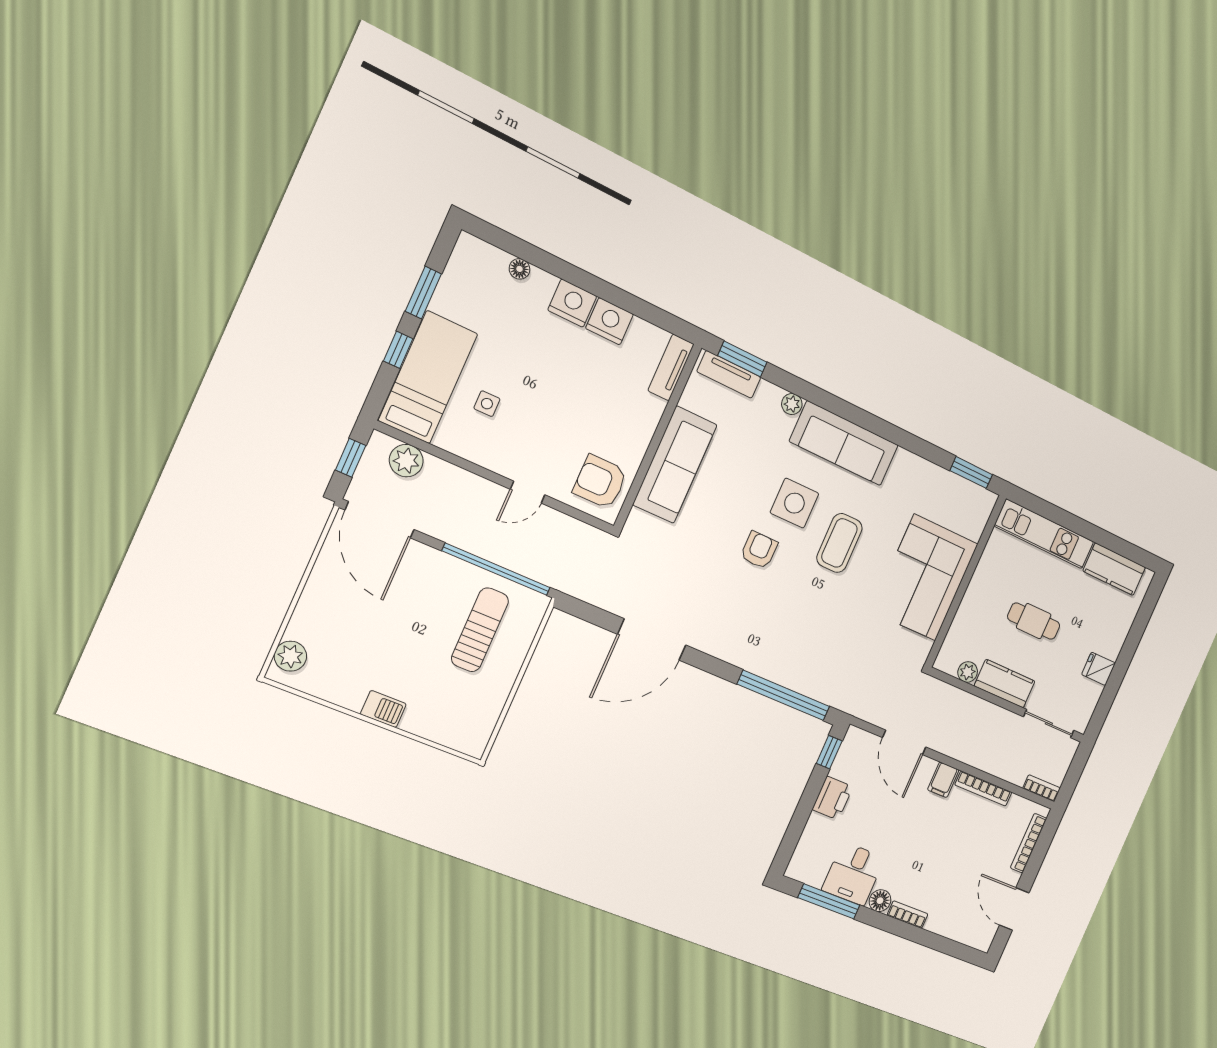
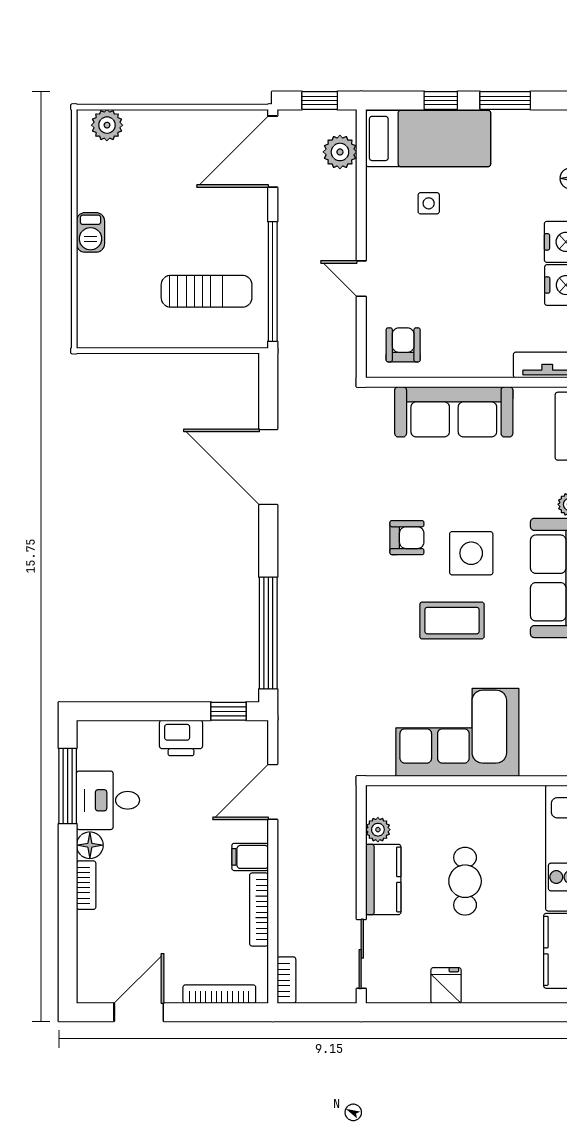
armchair: (600, 482) -> (403, 345), width x0.72, depth x0.72

